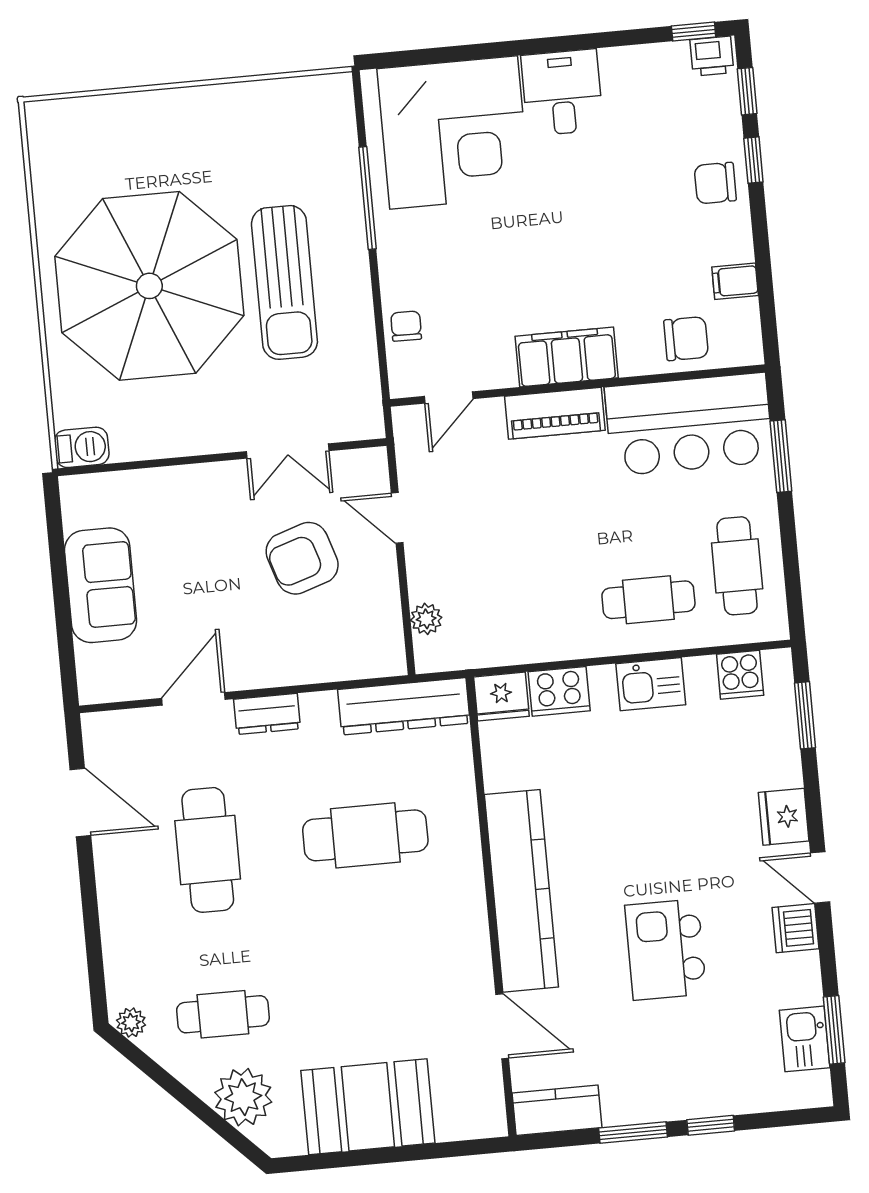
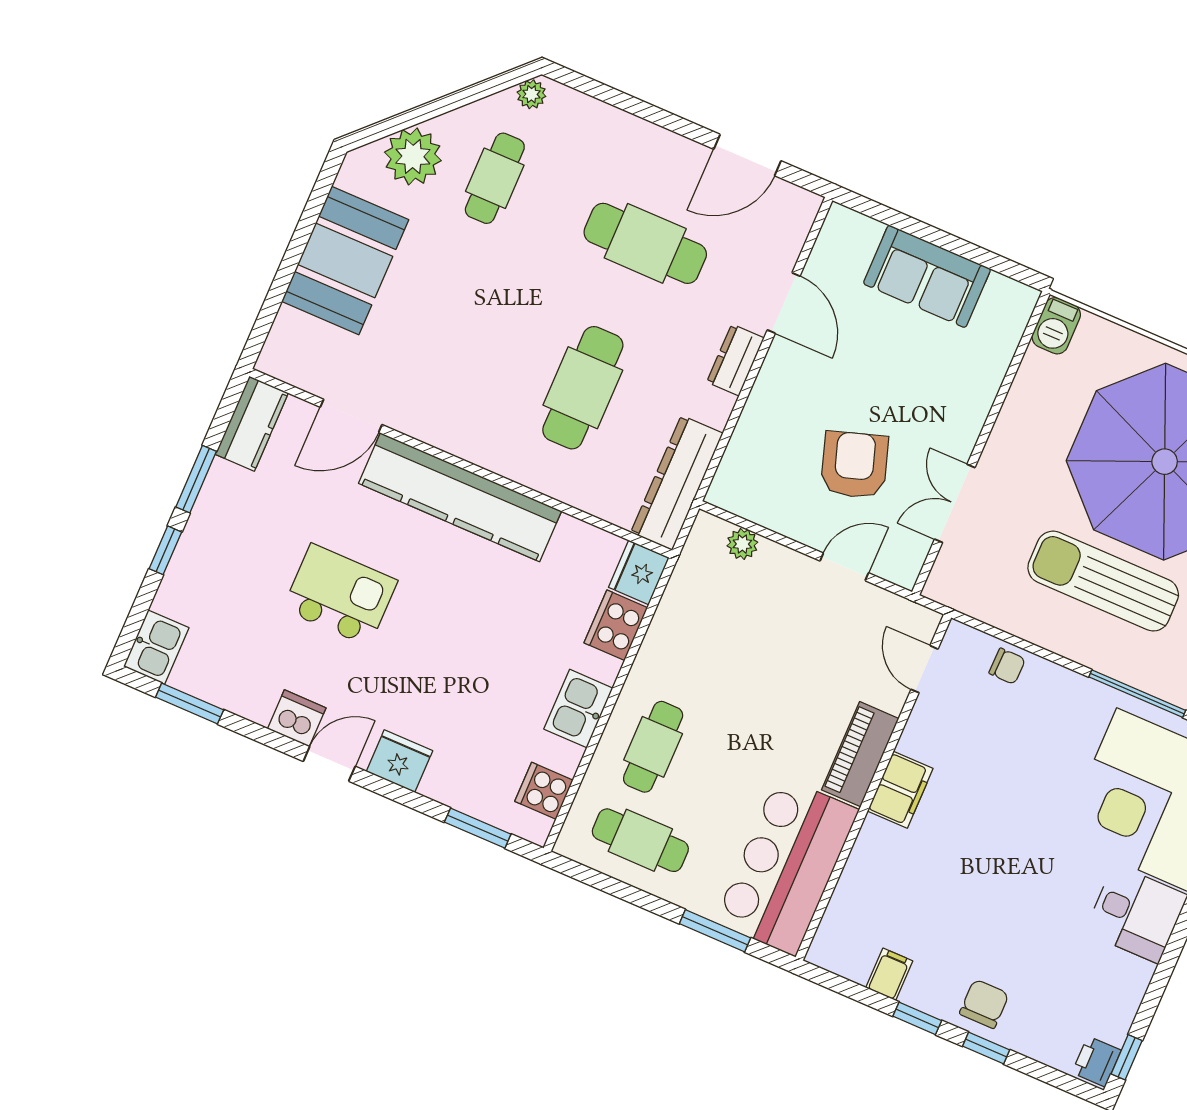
window: (747, 91) -> (917, 1018), moved
chair: (686, 339) -> (863, 904), removed
filing cabinet: (567, 357) -> (900, 790), width x0.67, depth x0.86
kitchen sink: (805, 1039) -> (156, 647), moved, turned 90

